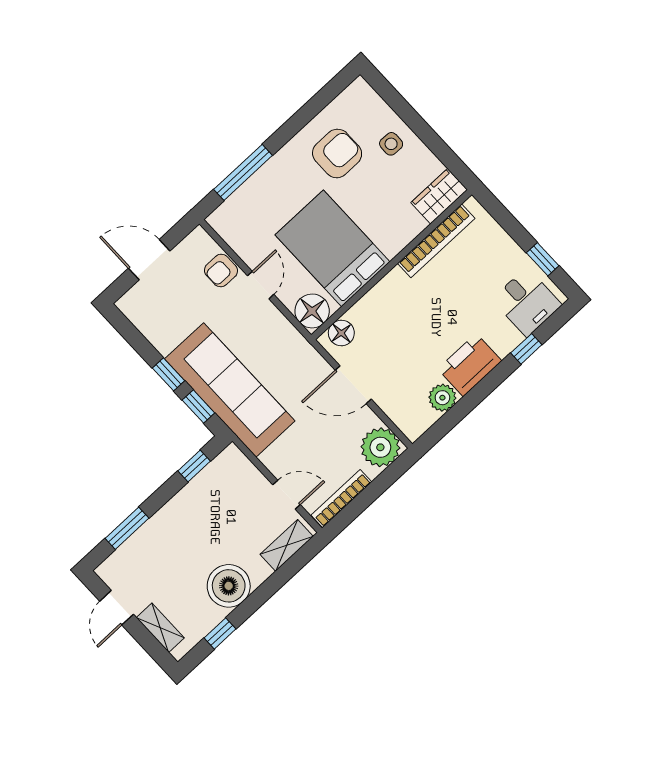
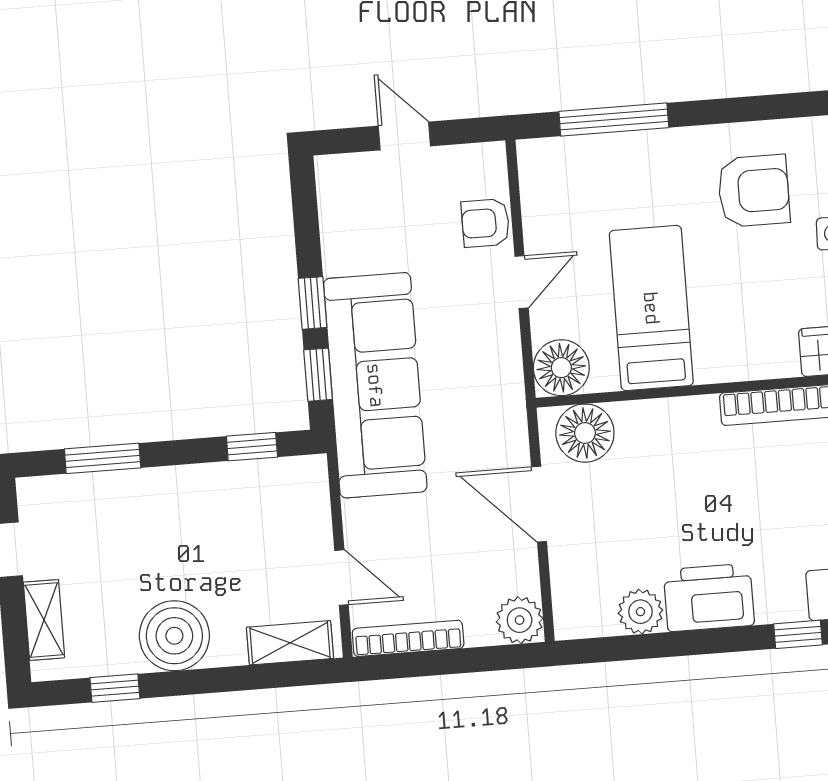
bed: (332, 248) -> (651, 308), width x0.67
door: (149, 260) -> (404, 136), width x0.73
floor lamp: (341, 333) -> (585, 433), width x1.38, depth x1.38
plant: (380, 447) -> (520, 620), width x0.73, depth x0.73

